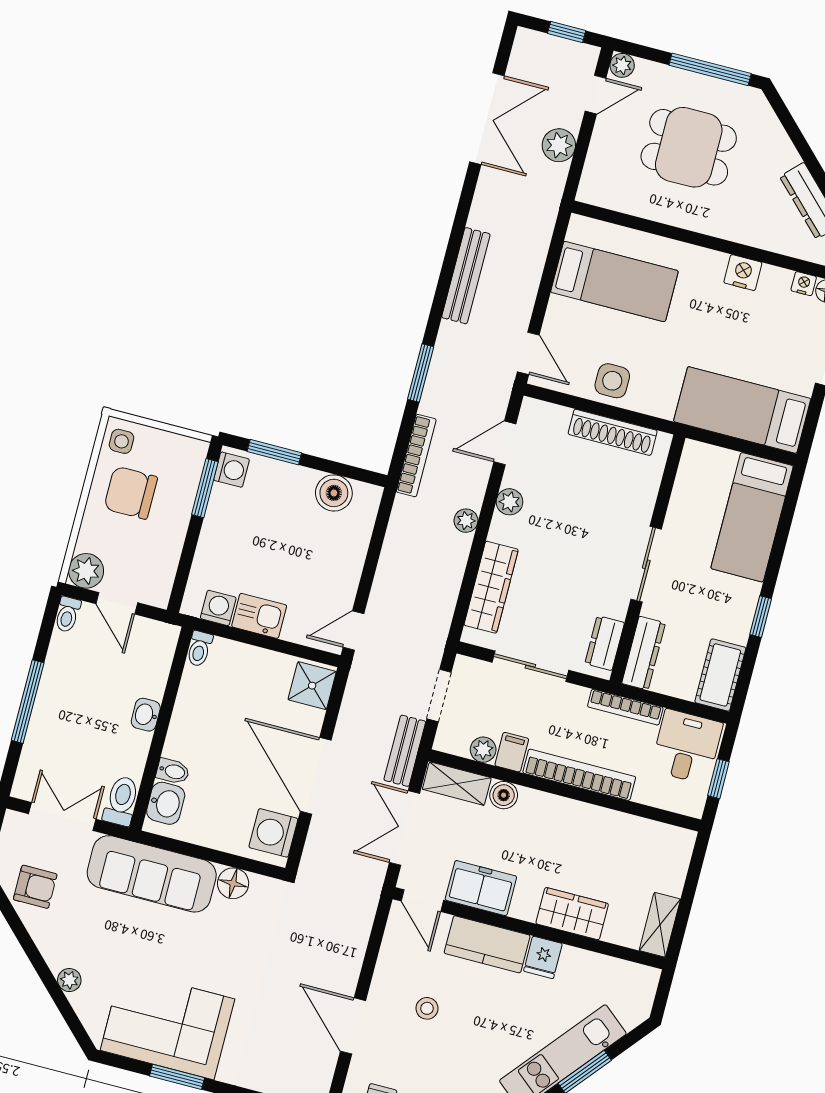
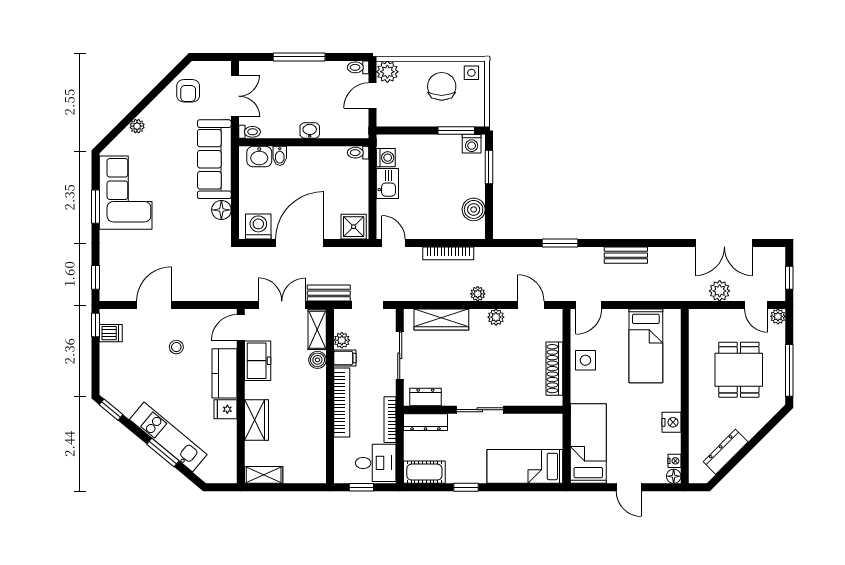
bench: (466, 276) -> (626, 255), width x0.73
bookcase: (416, 456) -> (448, 253), moved
toilet: (121, 801) -> (250, 132), width x0.73, depth x0.72

